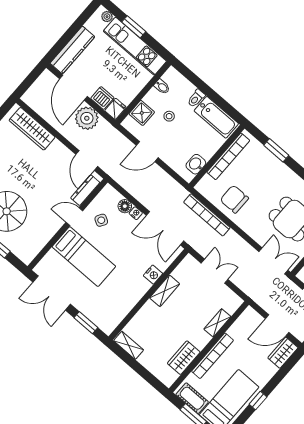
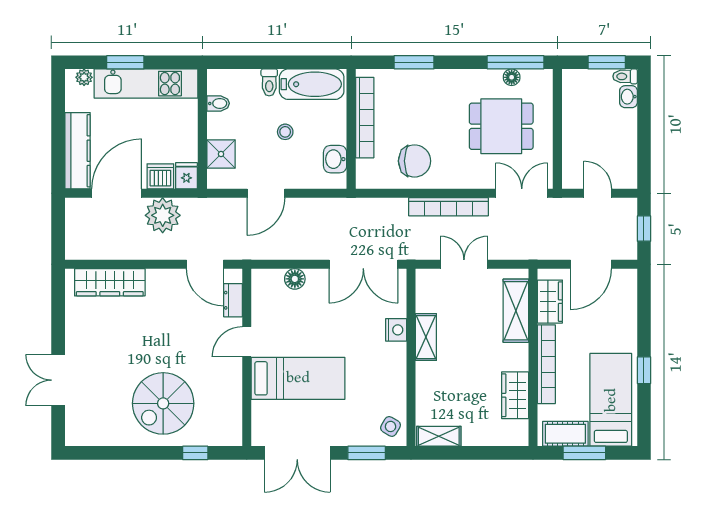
door: (73, 88) -> (117, 193), swing flipped
stool: (169, 116) -> (285, 132), moved
dresser: (85, 190) -> (233, 300), width x0.70
chair: (234, 199) -> (415, 161), turned 180
nightstand: (136, 213) -> (315, 276), removed
bookcase: (207, 215) -> (449, 207), moved
side table: (101, 220) -> (391, 426), moved
shelving: (217, 323) -> (516, 311), width x1.50, depth x1.33
wardrobe: (283, 353) -> (550, 302), moved, turned 180

